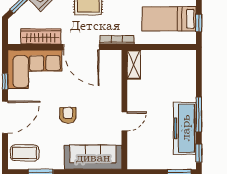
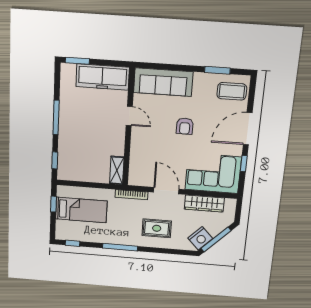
door: (81, 47) -> (166, 191), width x0.73
door: (124, 121) -> (129, 116), swing flipped
freezer: (185, 128) -> (103, 77), moved, turned 90
window: (199, 153) -> (55, 160), moved

